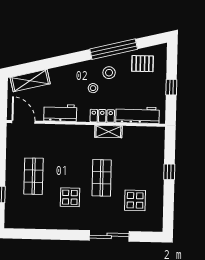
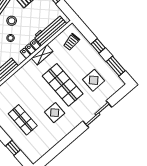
trolley: (147, 145) -> (71, 42), added
shop shelf: (102, 178) -> (63, 85), width x1.43, depth x1.36
window: (168, 206) -> (116, 66), added

